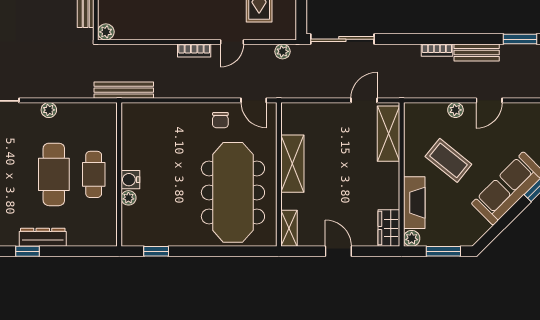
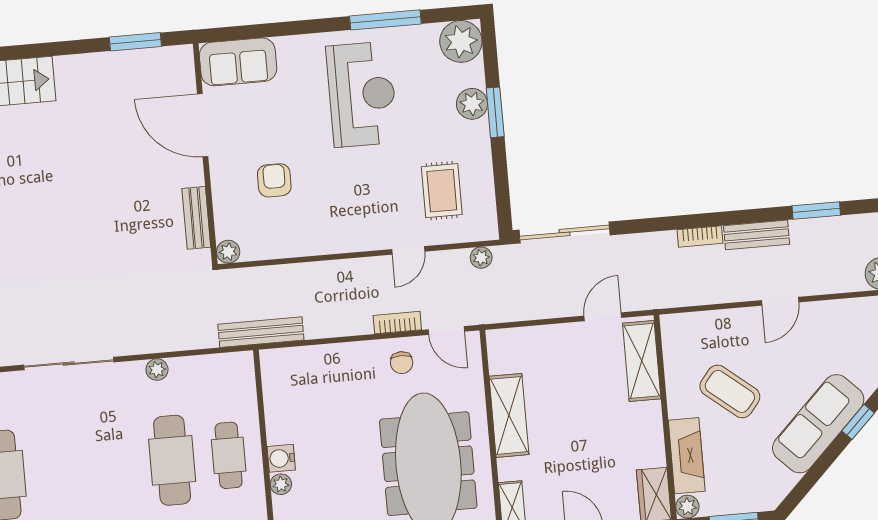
bookcase: (194, 50) -> (397, 323), moved, turned 180
plant: (455, 110) -> (734, 319), removed

